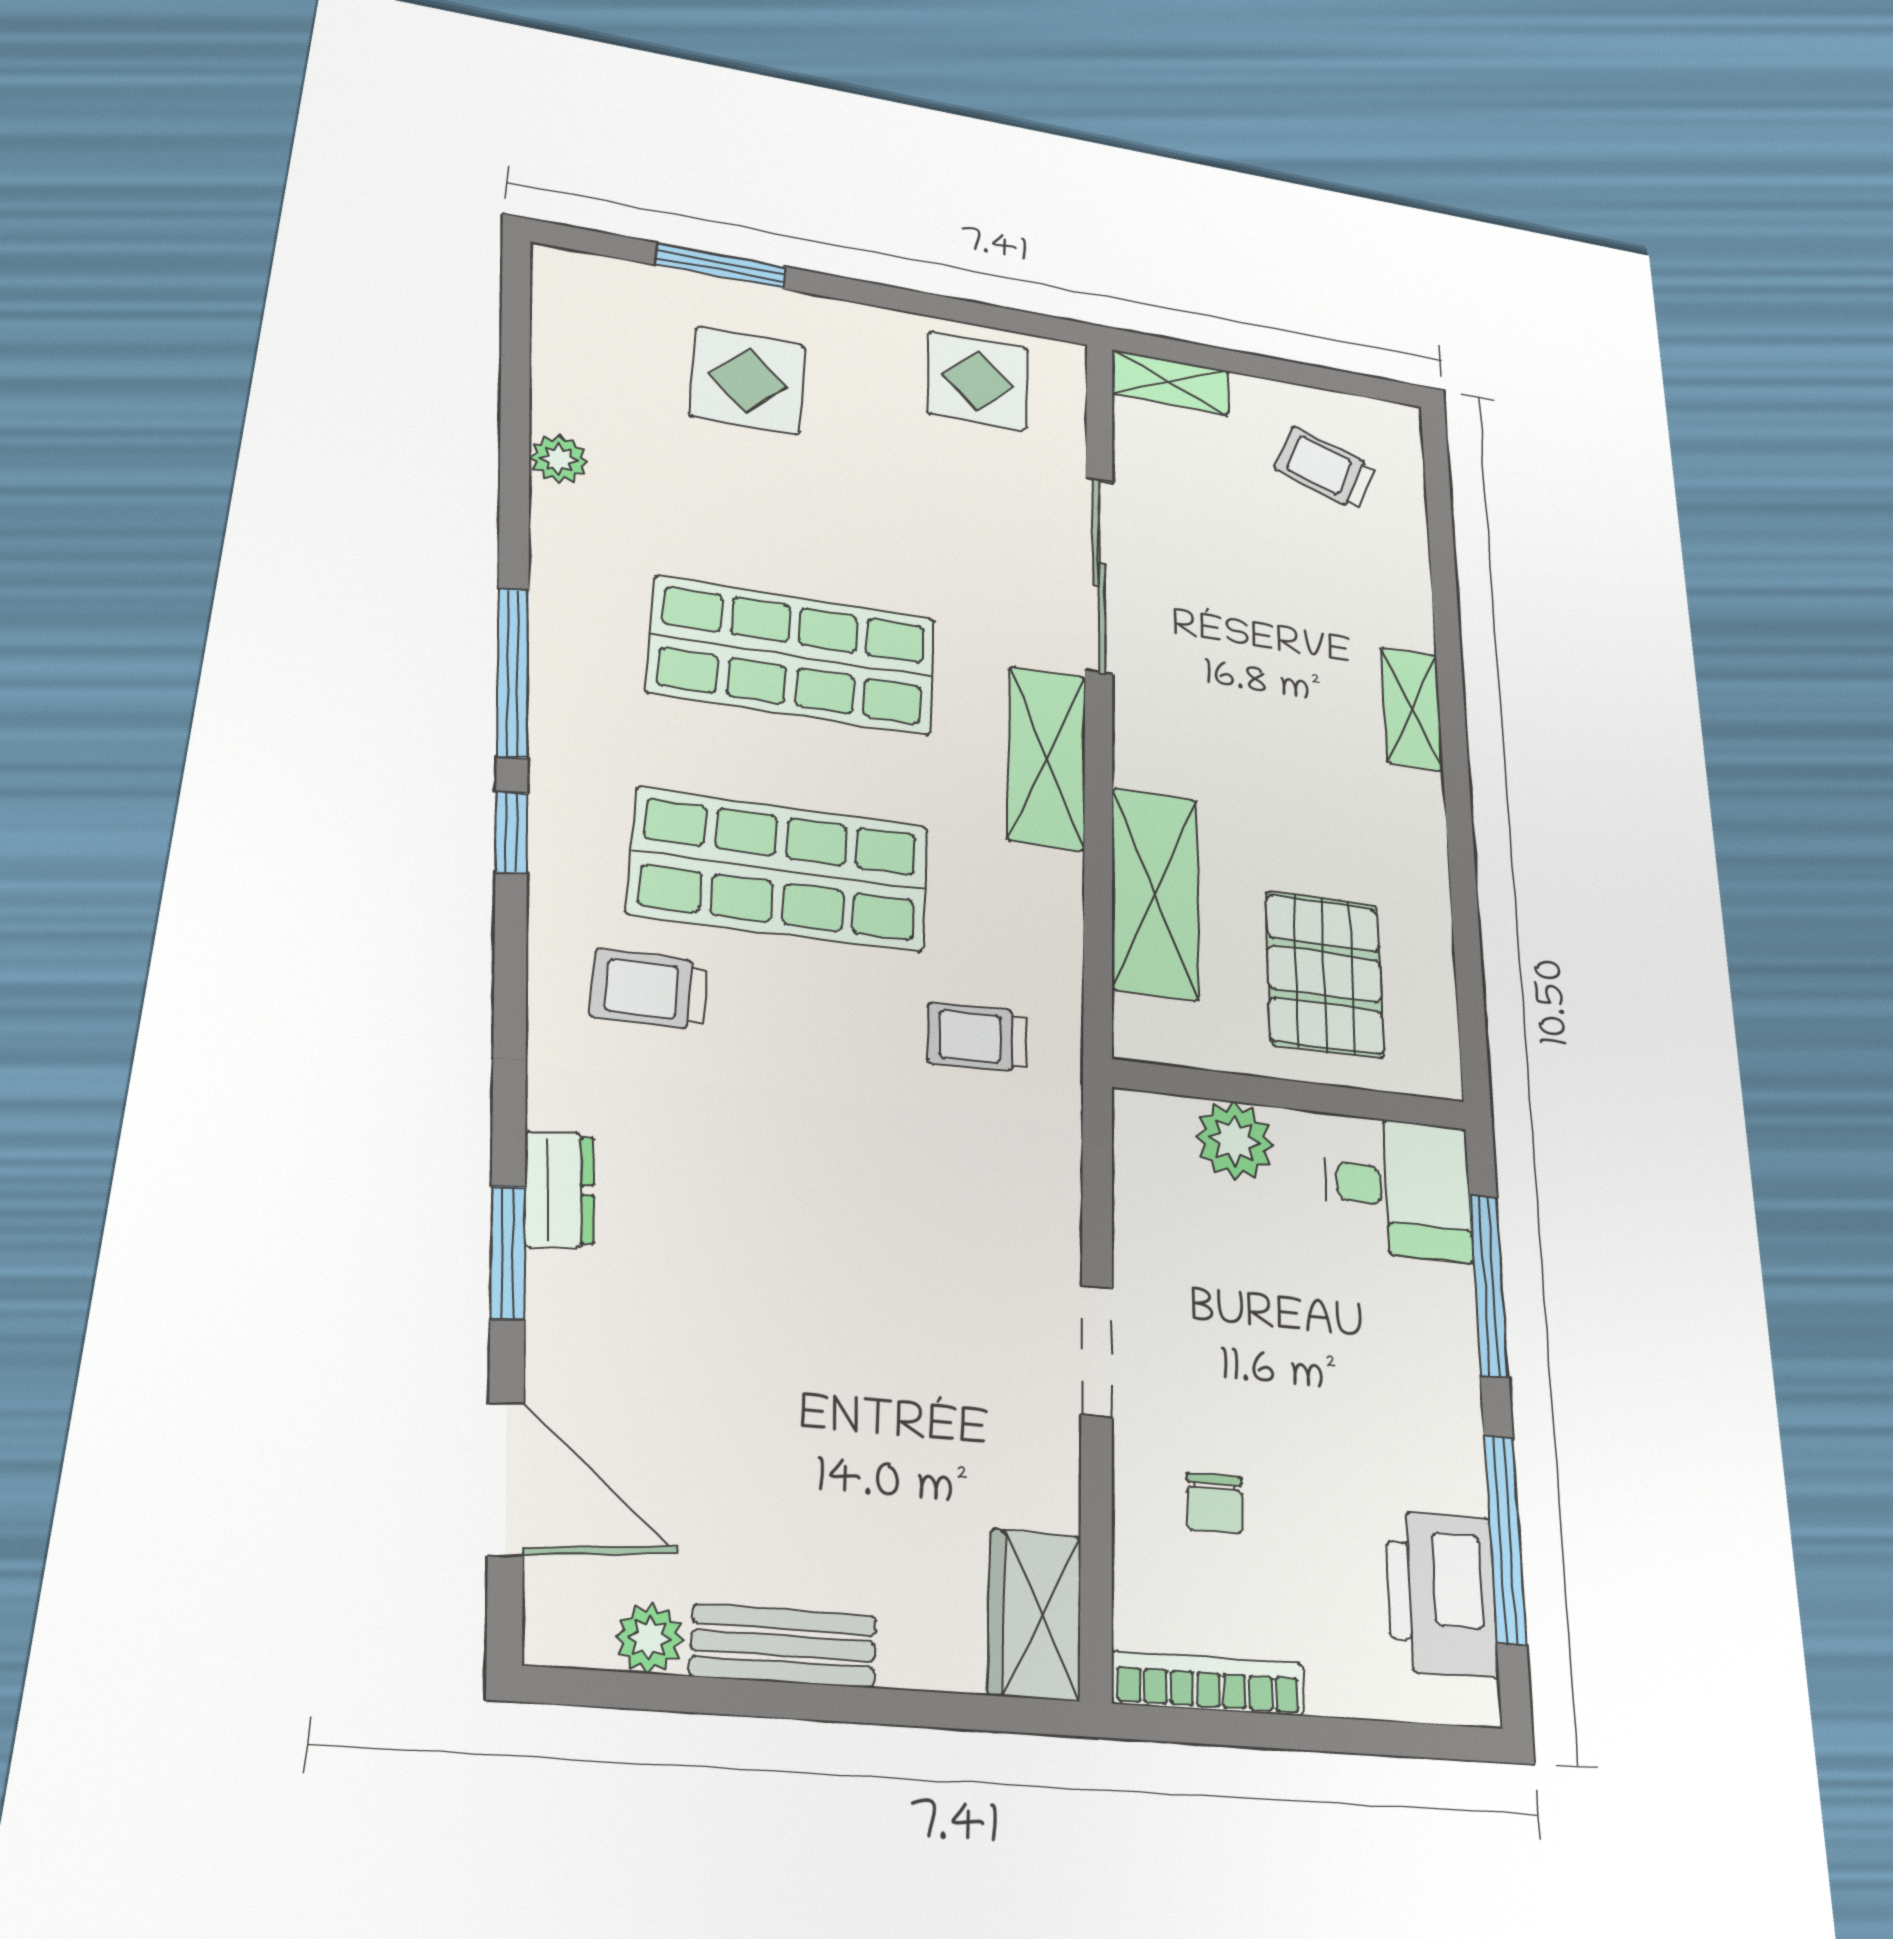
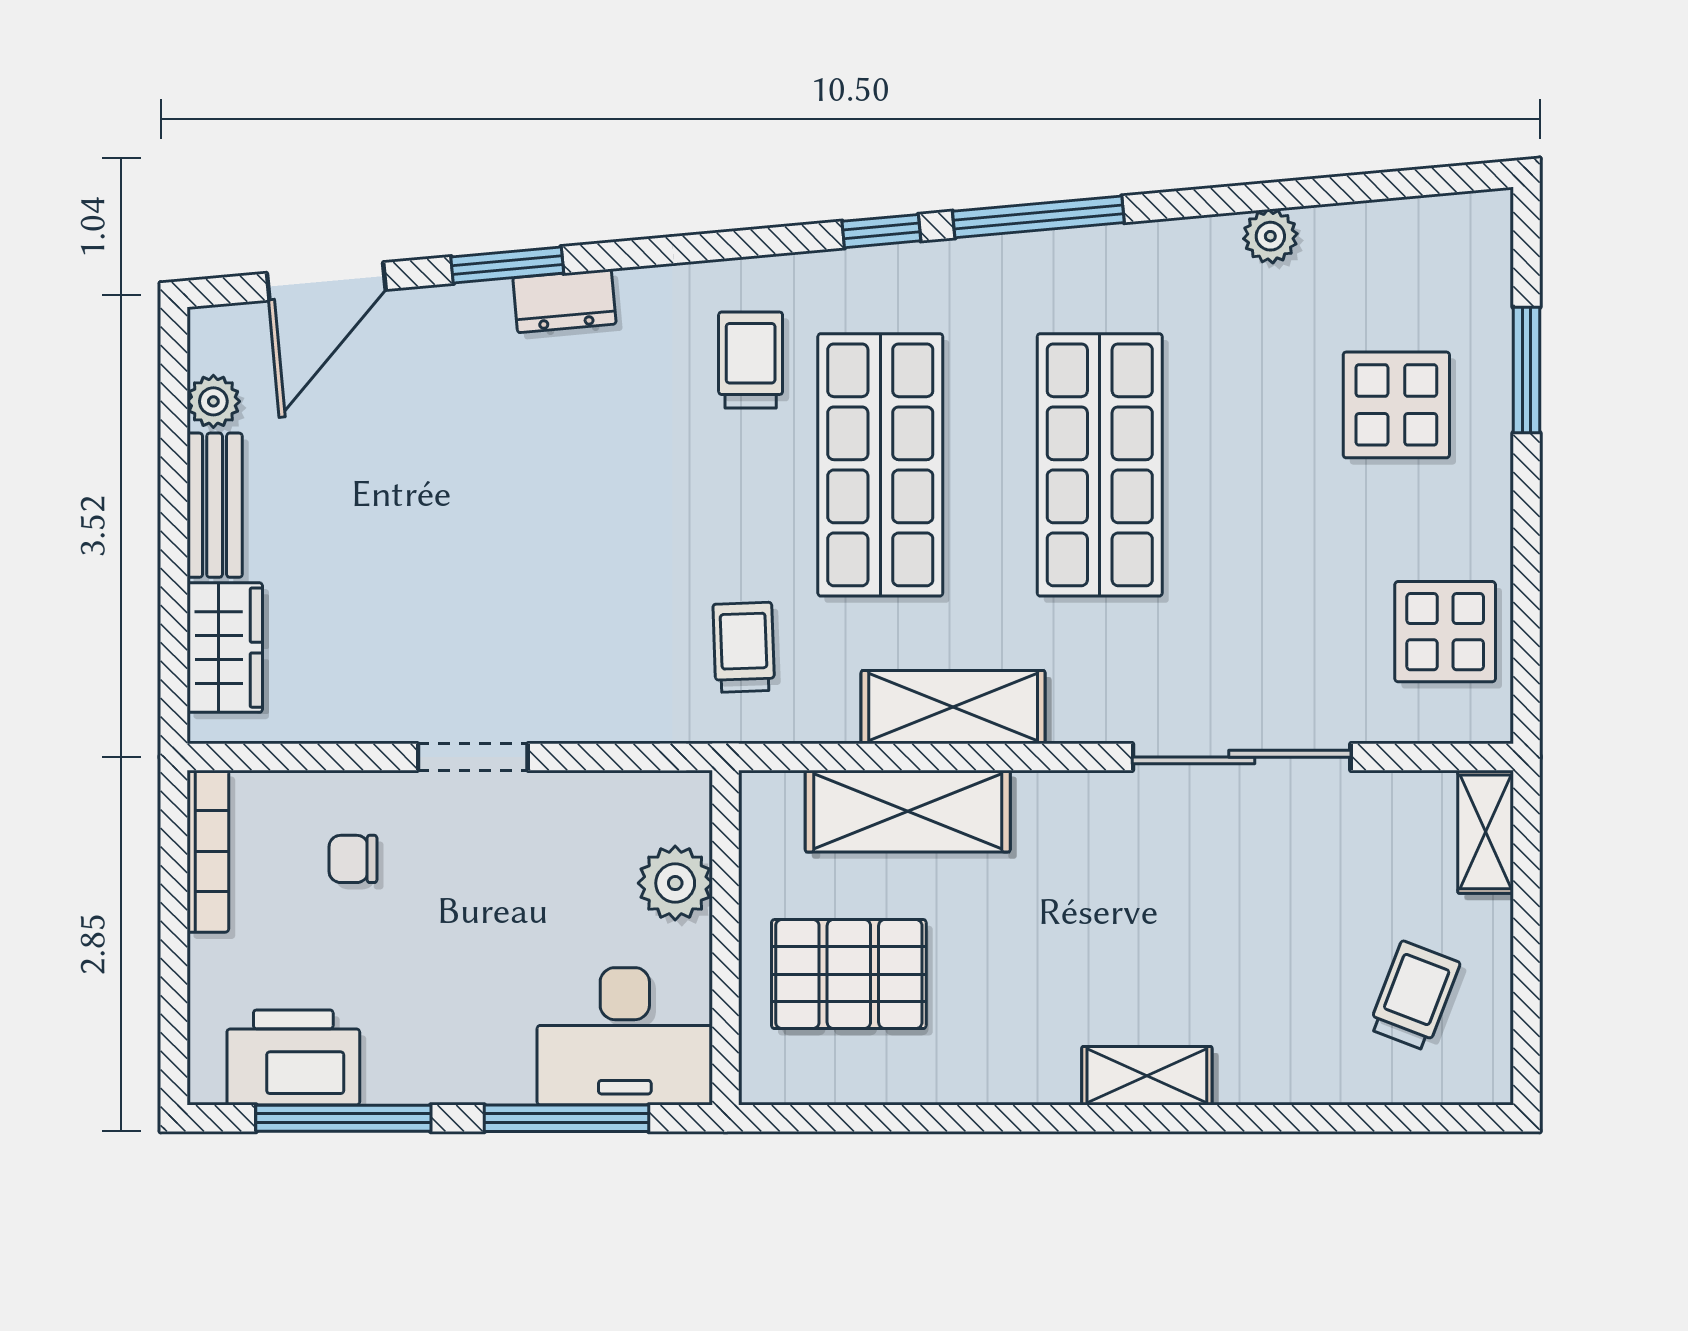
shelving: (1047, 758) -> (953, 707), moved
desk: (1398, 1188) -> (625, 1036), width x1.37
wardrobe: (1035, 1615) -> (225, 648), moved, turned 90

